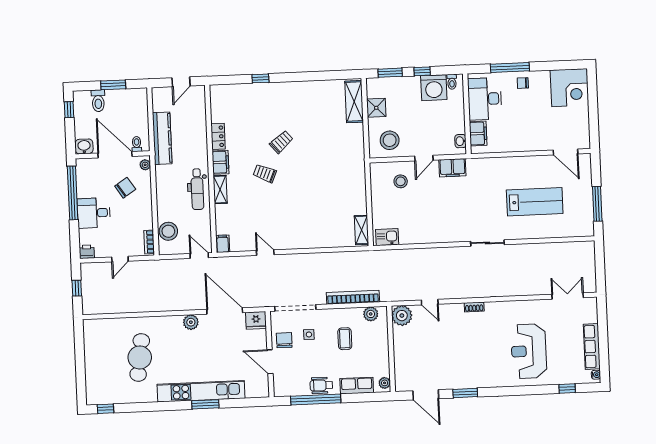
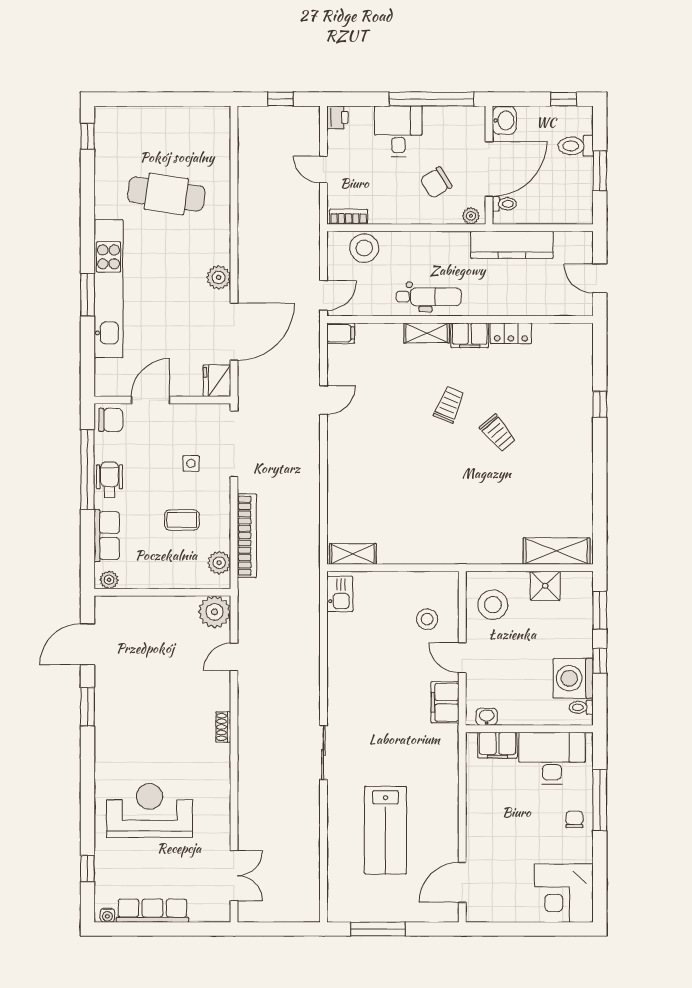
chair: (125, 188) -> (436, 183), turned 91
dental chair: (197, 189) -> (429, 297), turned 180
chair: (284, 340) -> (111, 420), moved

